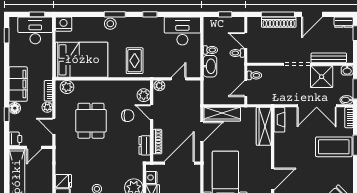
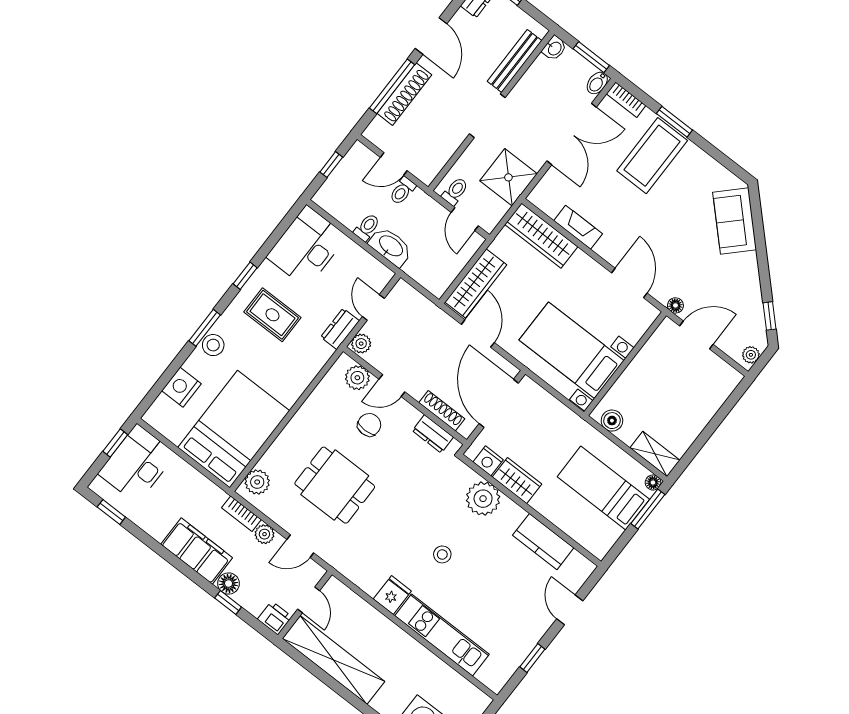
nightstand: (63, 24) -> (181, 387), moved
rug: (135, 61) -> (272, 315), moved
dresser: (159, 72) -> (340, 329), added
shower: (322, 77) -> (508, 177), moved
fireplace: (279, 120) -> (578, 227), moved

